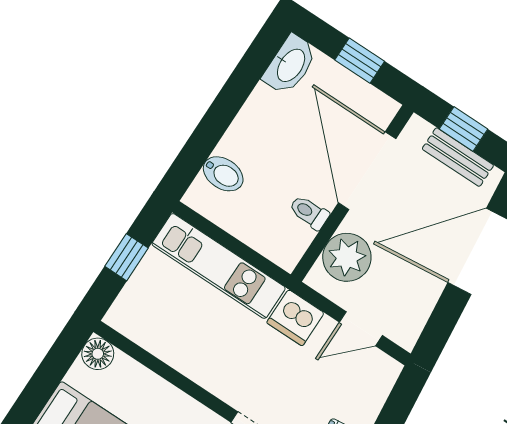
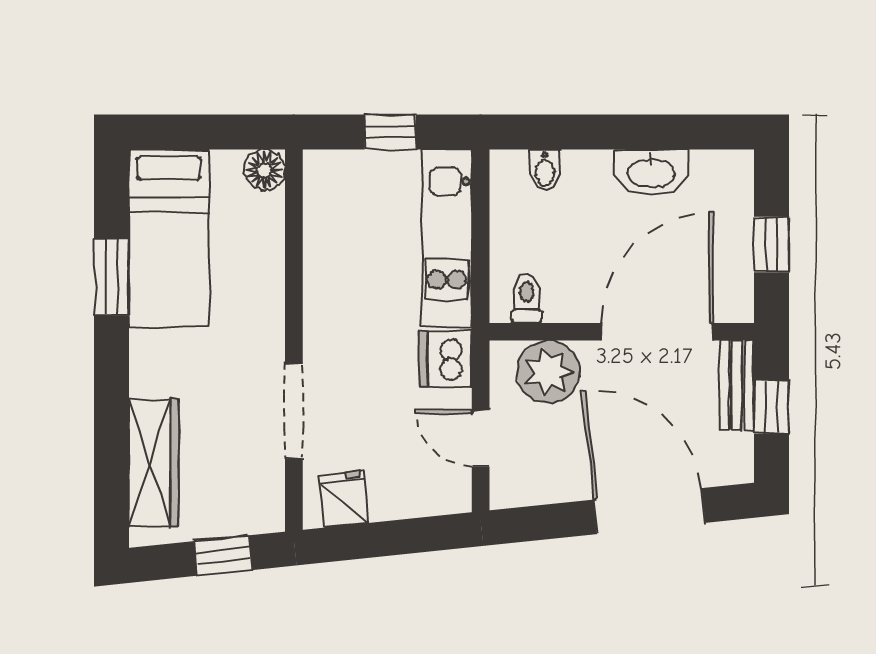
washbasin: (290, 65) -> (651, 172), moved
bench: (458, 157) -> (737, 386), moved
bidet: (223, 174) -> (545, 170), width x0.72, depth x0.74
toilet: (309, 212) -> (527, 299), moved

